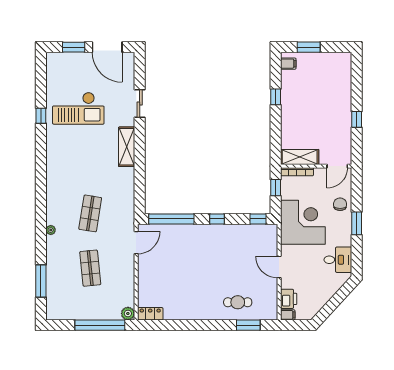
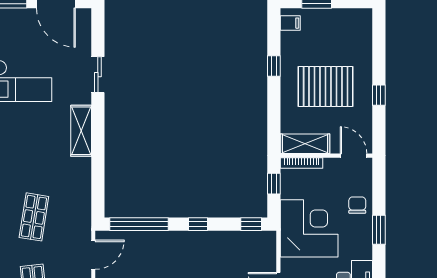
pallet: (316, 113) -> (326, 87), added
door: (337, 166) -> (354, 156), swing flipped

